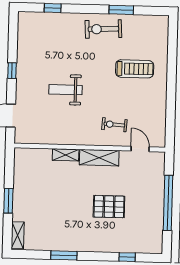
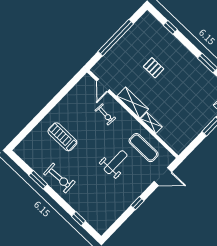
weight bench: (65, 90) -> (116, 162), turned -90
exercise mat: (52, 126) -> (144, 148), added
pallet: (109, 207) -> (154, 68), width x0.67, depth x0.71

